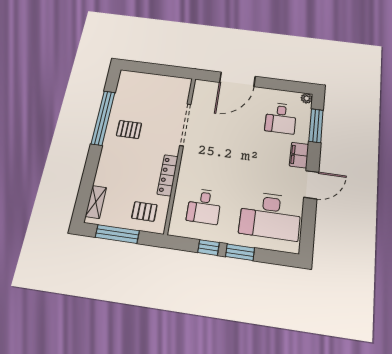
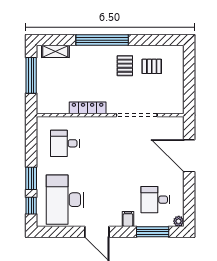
window: (103, 118) -> (102, 40), moved
filing cabinet: (299, 155) -> (128, 219), width x0.50
pallet: (144, 211) -> (152, 66), moved, turned 90
window: (208, 248) -> (31, 206), moved

